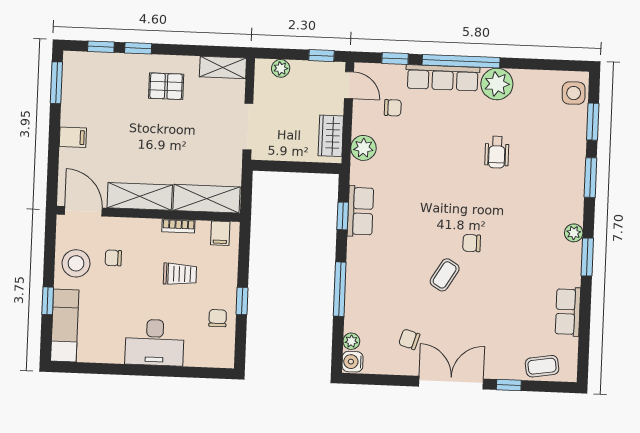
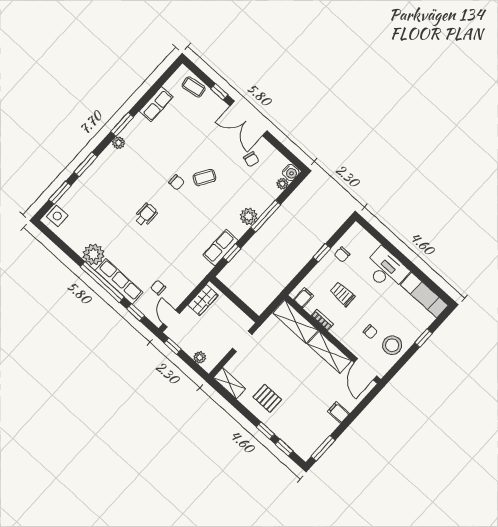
doorway: (248, 127) -> (242, 341), width x0.73
plant: (363, 148) -> (249, 216), moved
wheelchair: (497, 152) -> (146, 215), moved
exam couch: (65, 325) -> (424, 295), moved, turned -90

